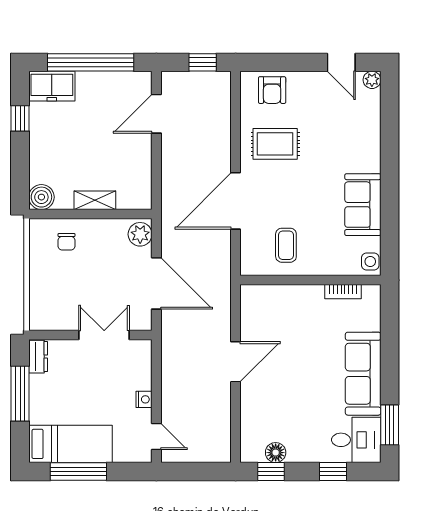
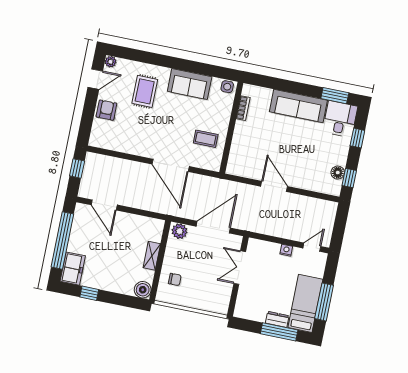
armchair: (272, 90) -> (106, 110), moved, turned -90
rug: (275, 144) -> (145, 91), moved
dresser: (38, 357) -> (277, 319), moved
window: (20, 394) -> (279, 332), moved

